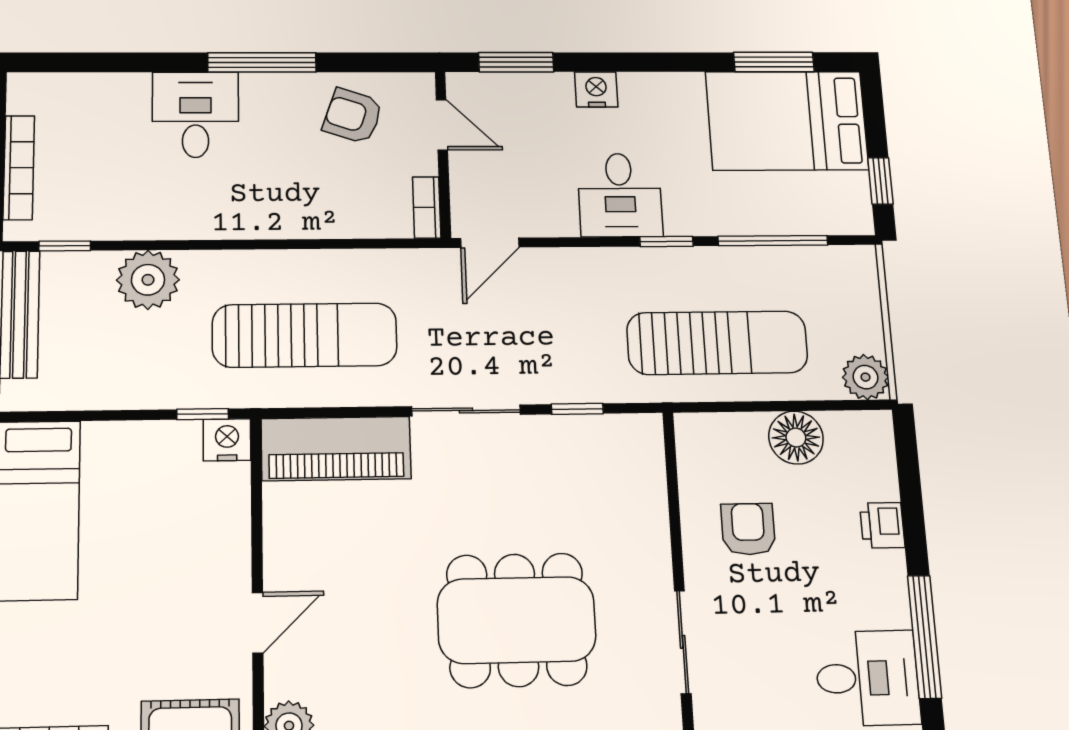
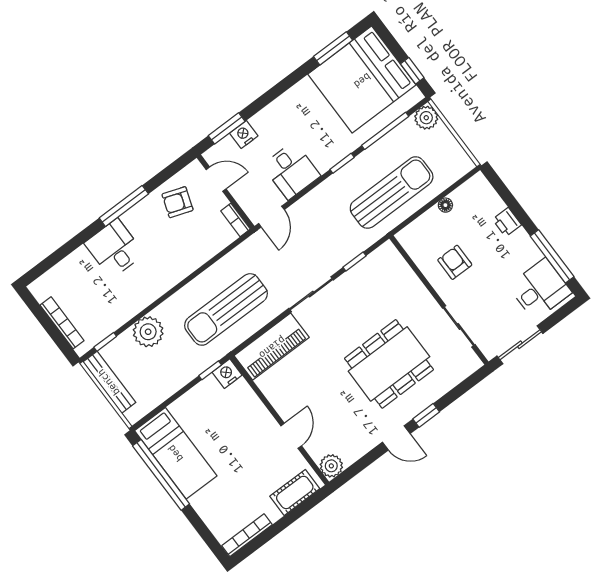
nightstand: (596, 89) -> (244, 134), moved
bed: (787, 121) -> (362, 80), width x1.36
desk: (620, 195) -> (291, 170), moved
sun lounger: (305, 335) -> (226, 309), turned 180
plant: (866, 377) -> (426, 118), moved
floor lamp: (796, 438) -> (445, 205), width x0.53, depth x0.53

